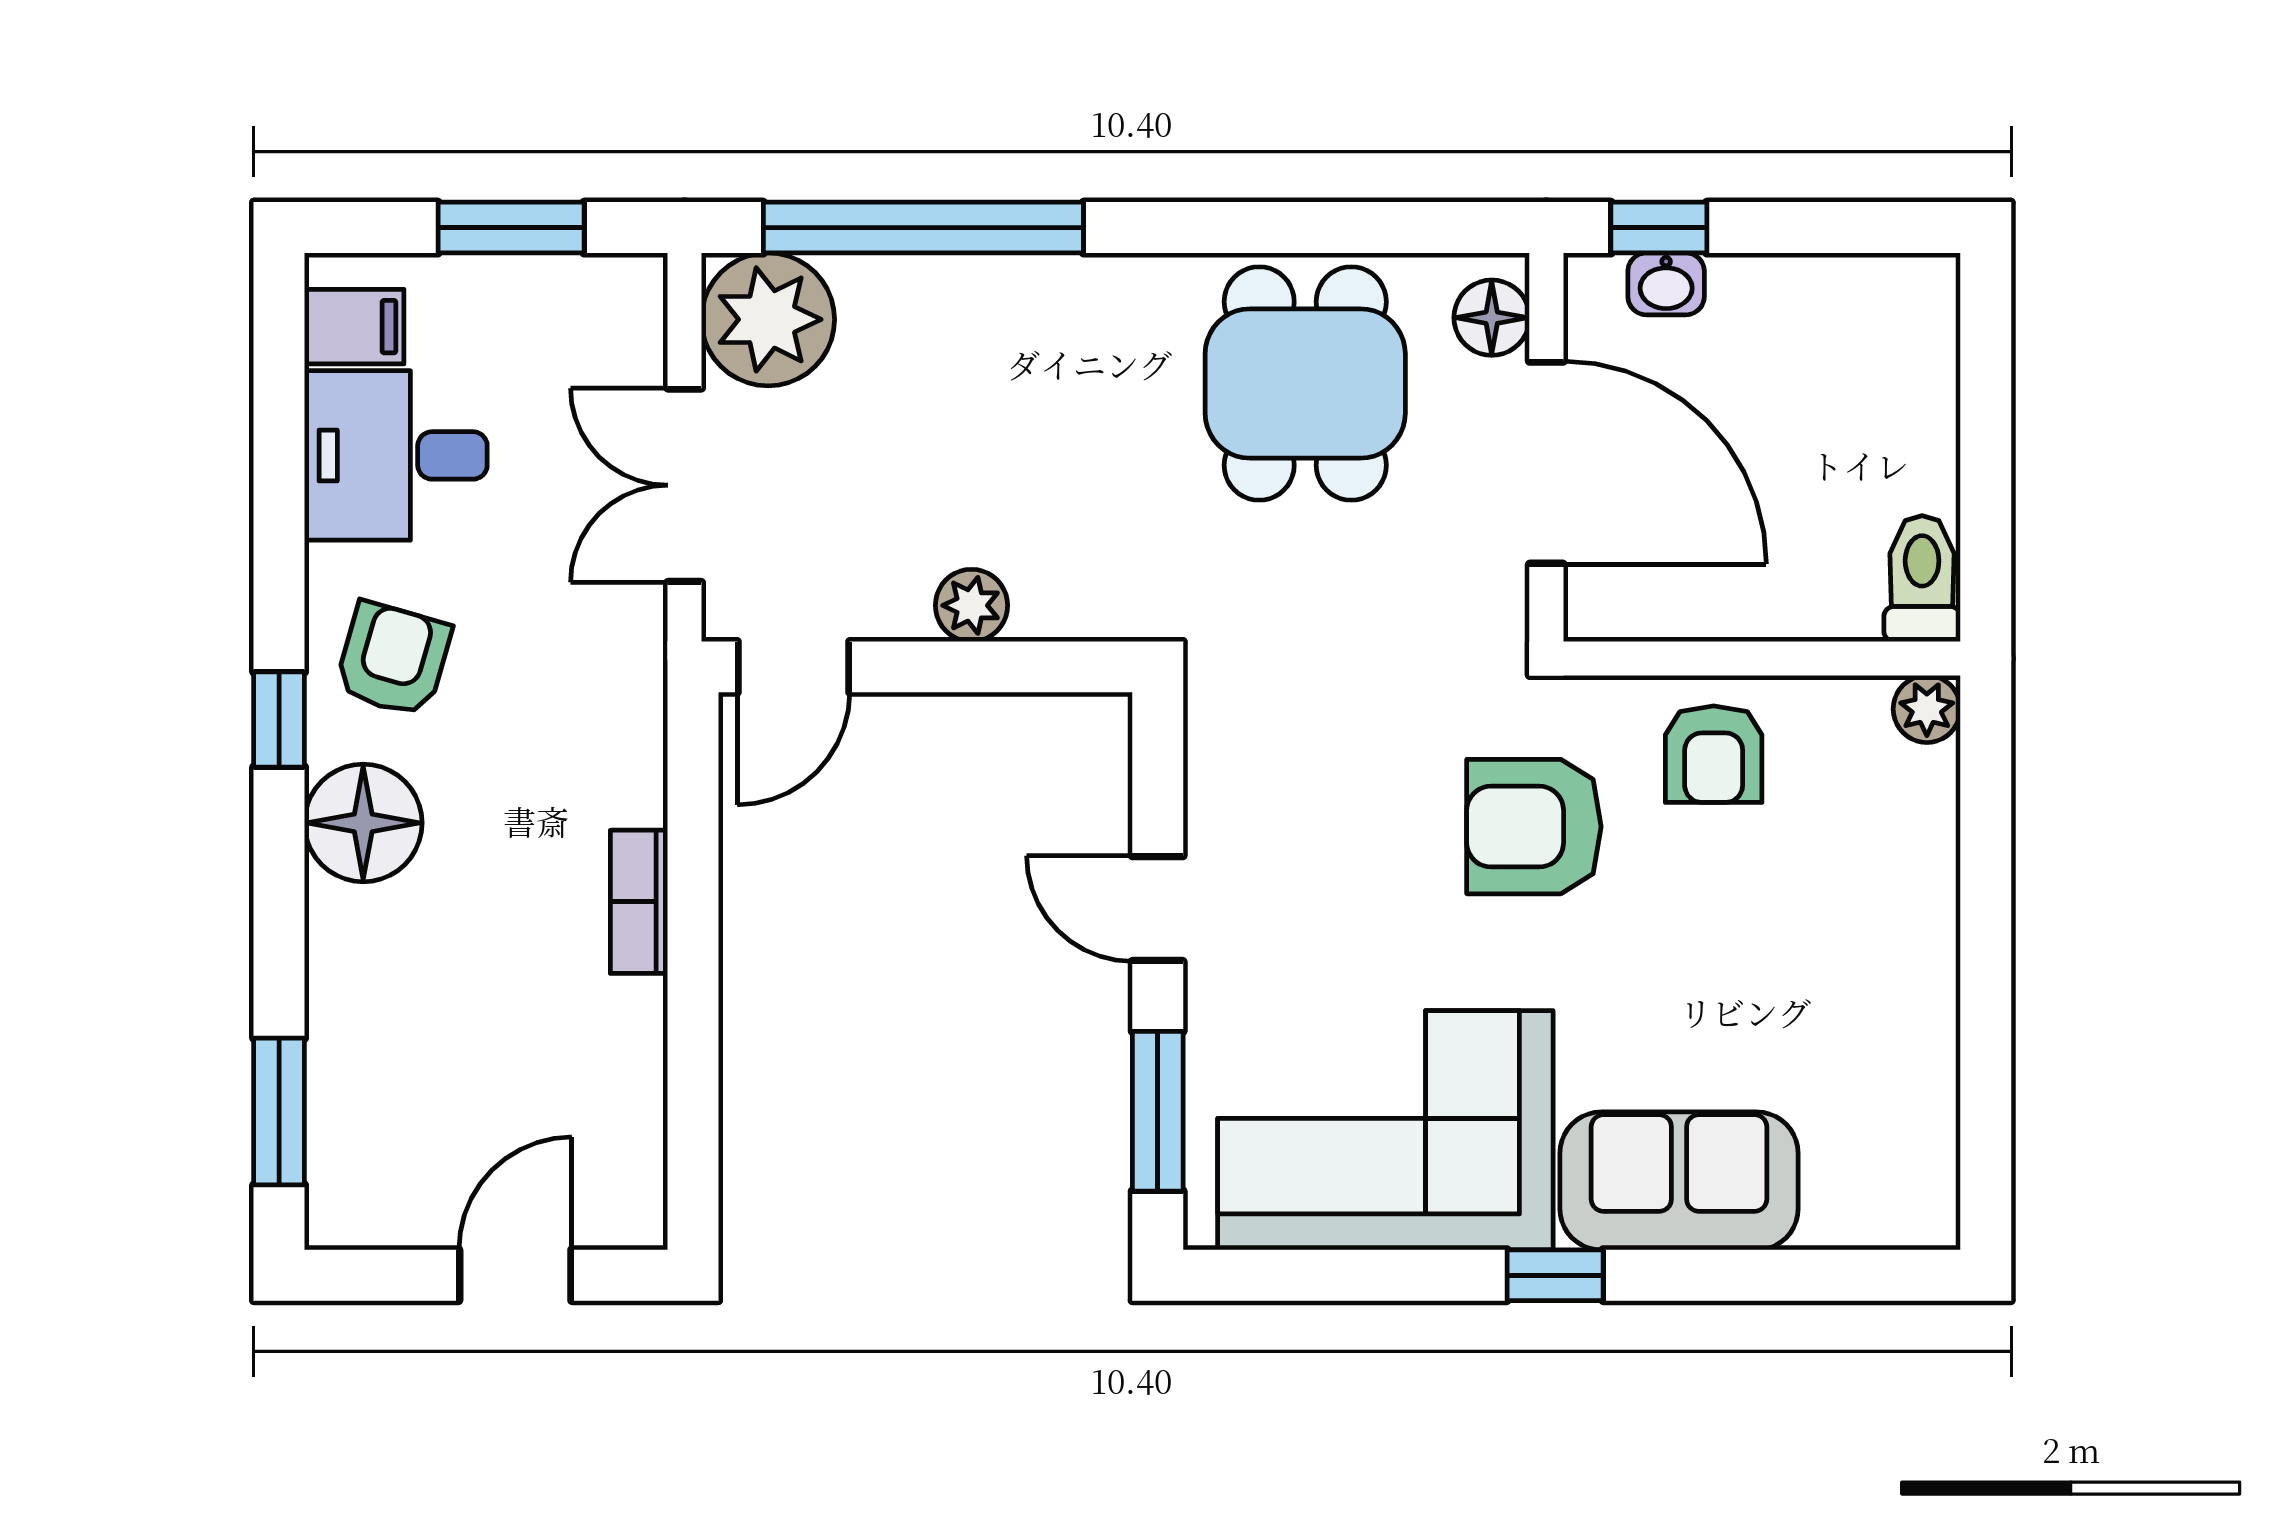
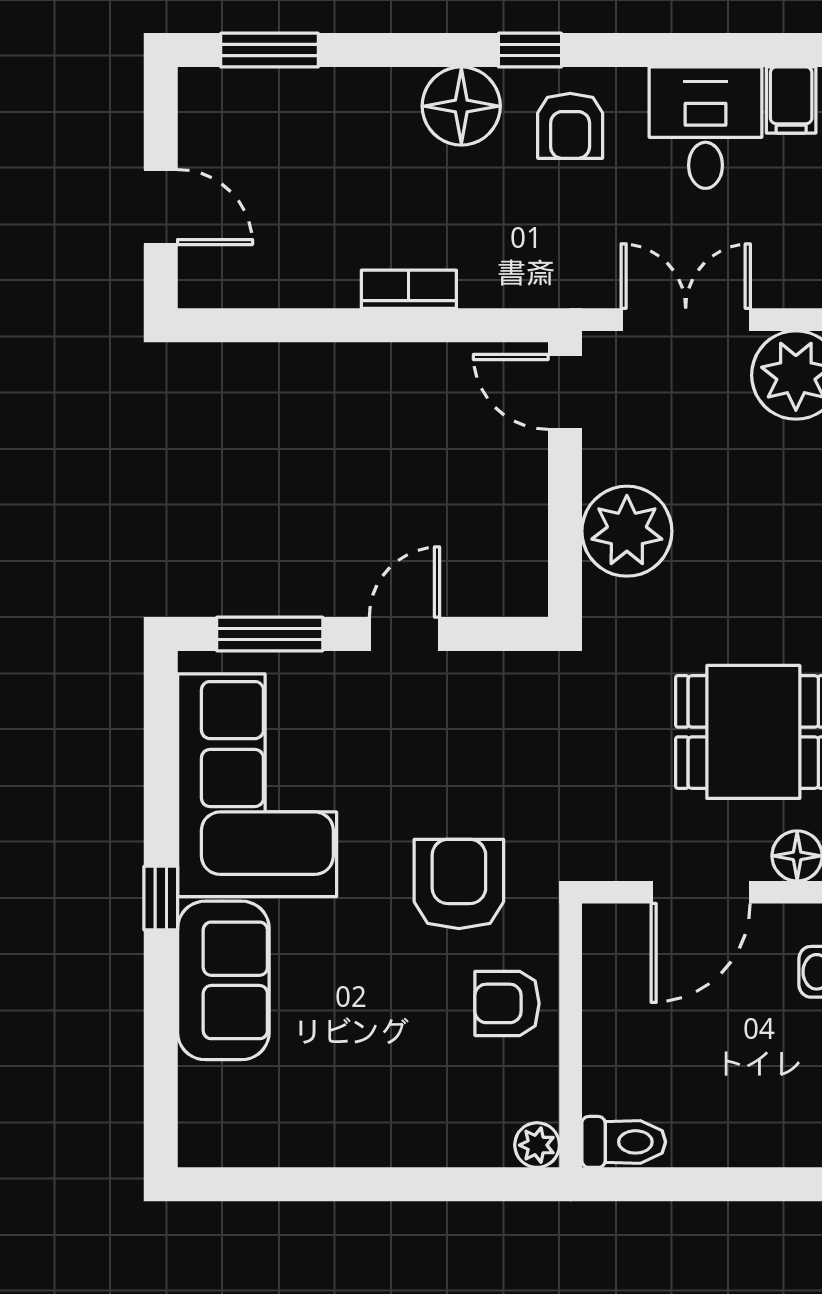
door: (1546, 463) -> (701, 892), width x0.73
plant: (971, 605) -> (627, 531), width x1.87, depth x1.87
armchair: (393, 659) -> (570, 126), turned 74

